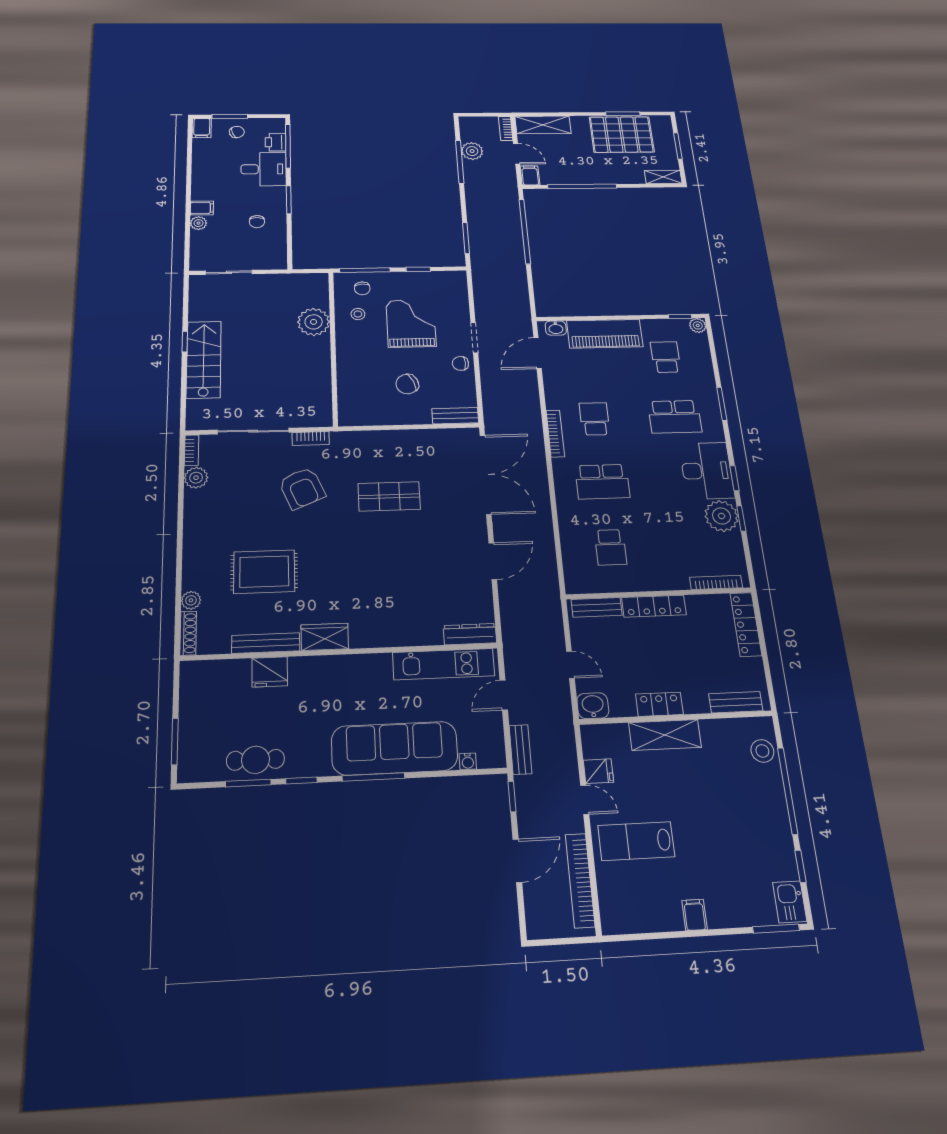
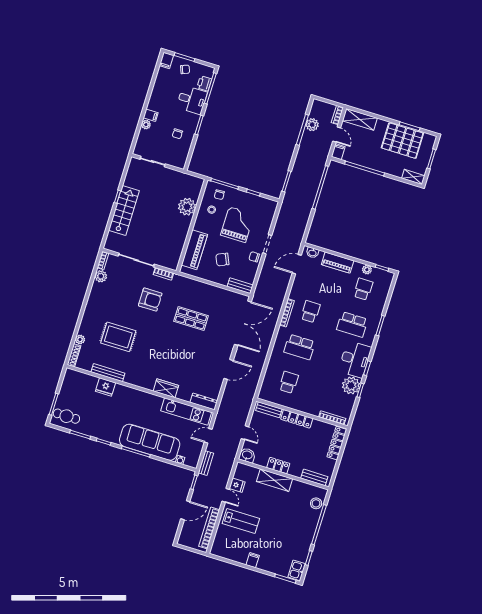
plant: (698, 325) -> (367, 270), moved
piano: (605, 334) -> (338, 263), width x0.73, depth x0.75
piano: (352, 383) -> (194, 250), added
armchair: (302, 488) -> (150, 300), turned -67
school desk: (610, 547) -> (289, 382), turned 180
wardrobe: (325, 637) -> (166, 388), moved
cafe table: (255, 760) -> (66, 416), moved
lab bench: (636, 841) -> (241, 521), turned 180

